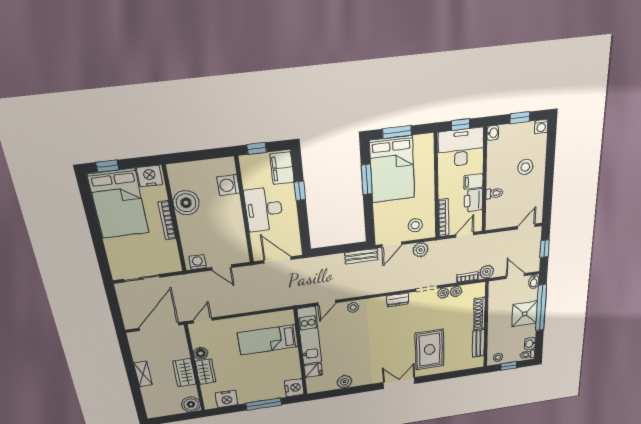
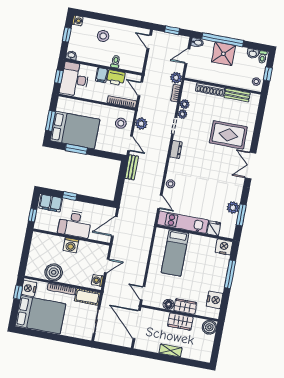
window: (107, 166) -> (18, 292), moved
washing machine: (228, 185) -> (71, 245), moved
cot: (170, 257) -> (87, 297), added
window: (338, 393) -> (241, 215), added

